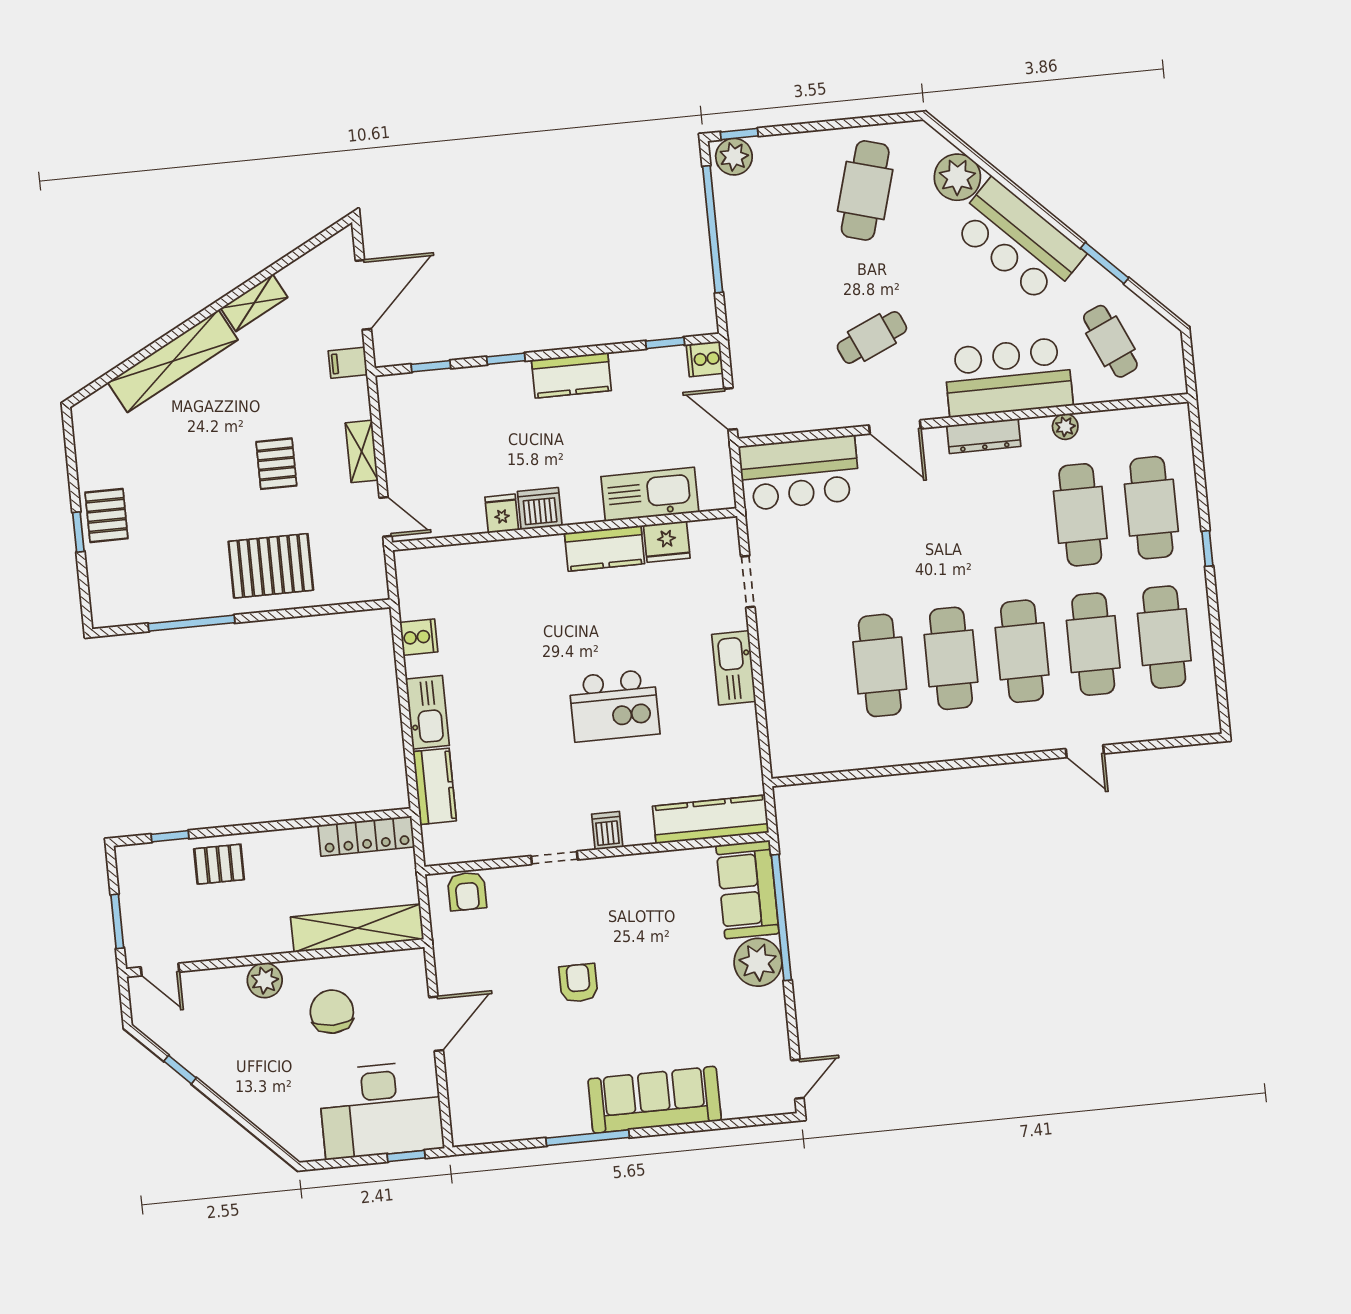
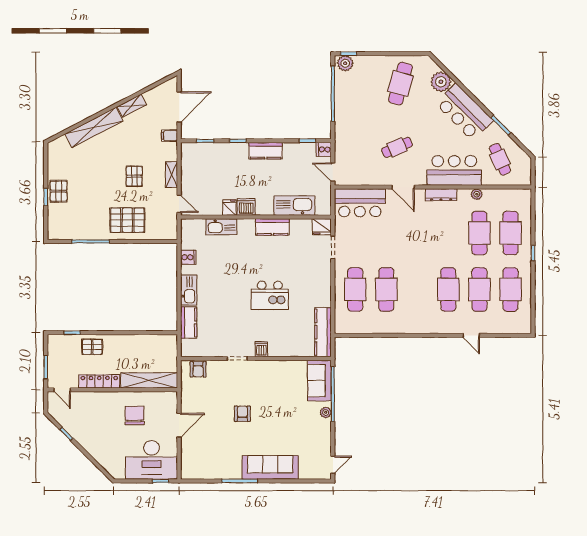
fridge: (667, 542) -> (322, 227), moved
cafe table: (951, 658) -> (355, 289), moved
kitchen sink: (734, 668) -> (221, 227), moved, turned -90
kitchen counter: (711, 819) -> (323, 332), moved, turned -90
locker: (366, 836) -> (99, 381), moved, turned 180
plant: (758, 962) -> (326, 412), width x0.53, depth x0.53
plant: (265, 980) -> (107, 399), removed

